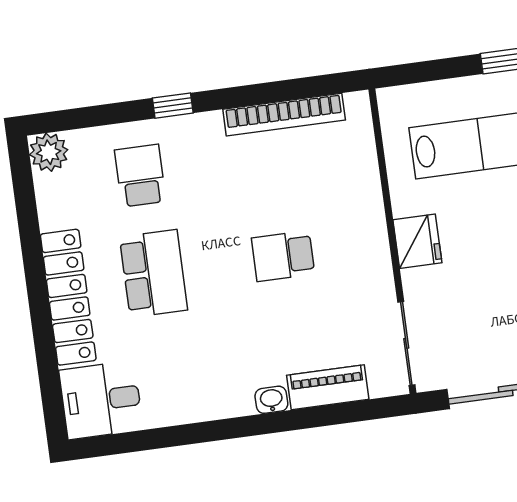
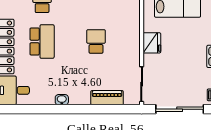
school desk: (283, 256) -> (96, 41), turned 90
washbasin: (271, 400) -> (62, 100), moved

